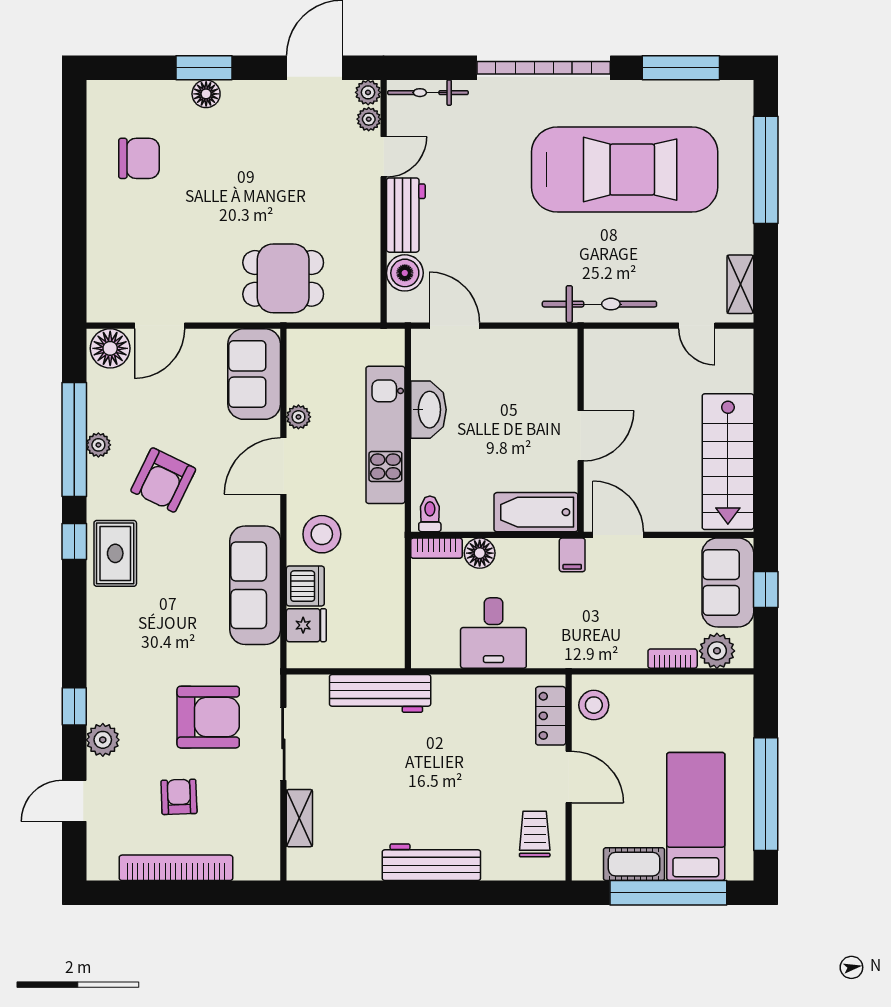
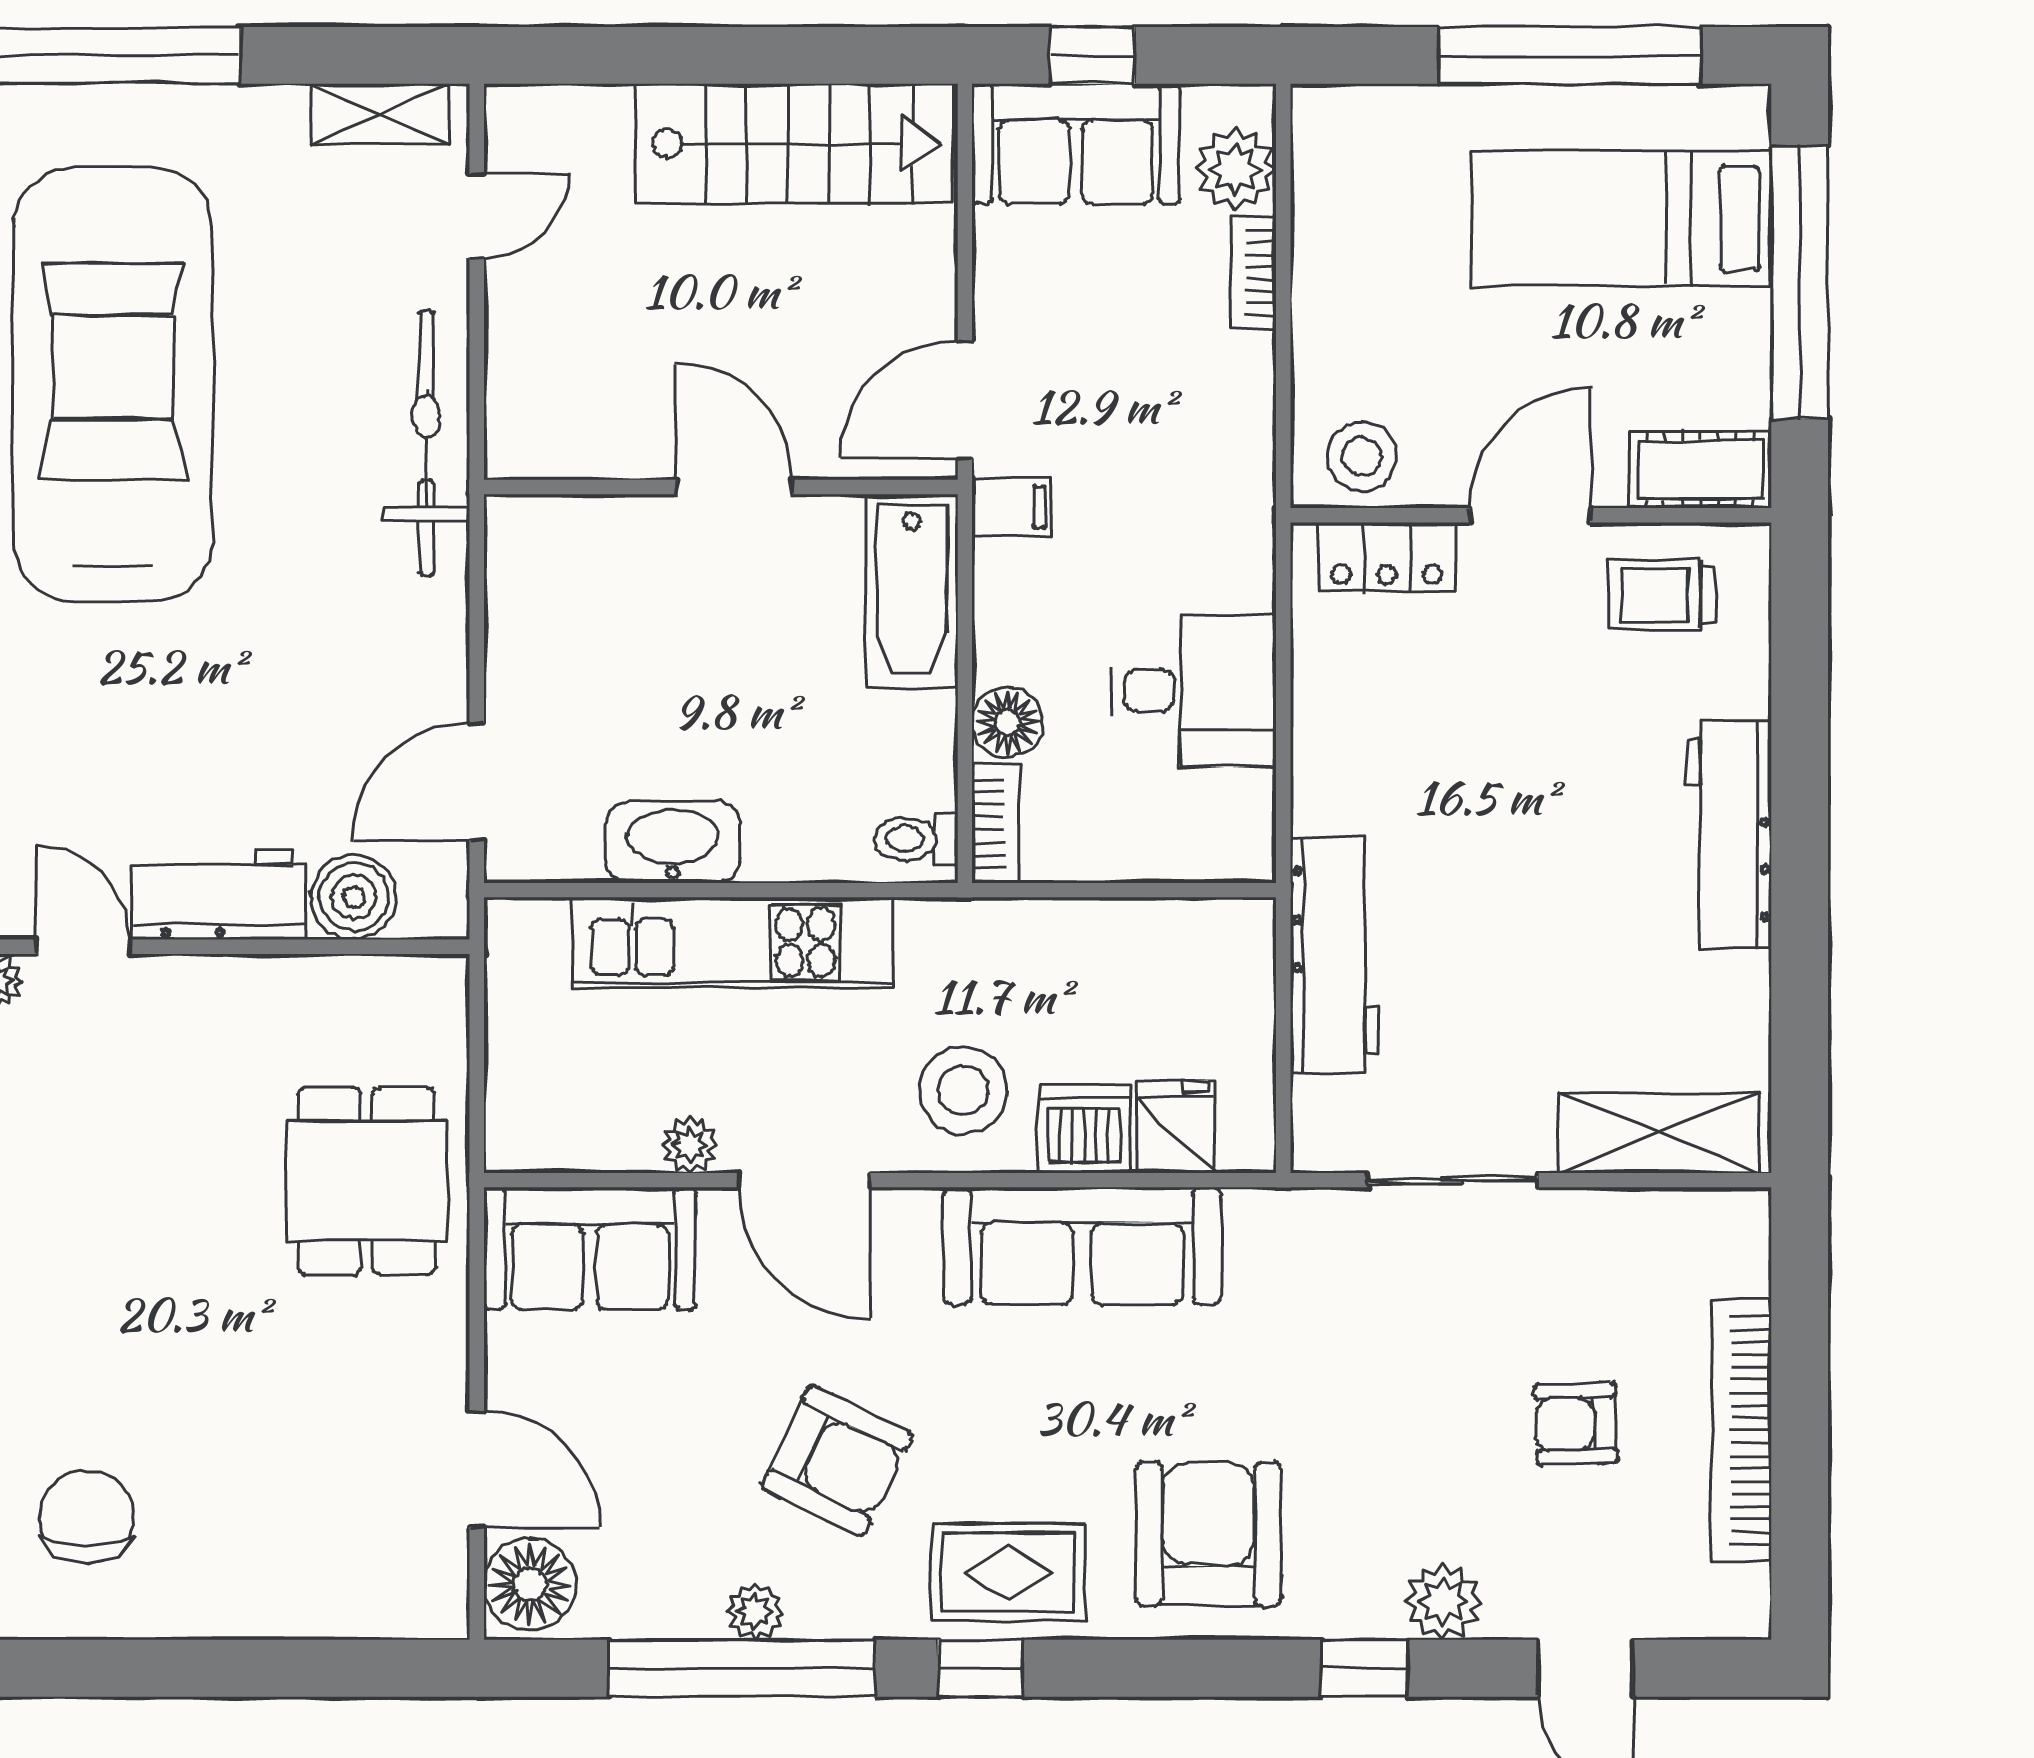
armchair: (208, 717) -> (1209, 1534), moved
shelving: (299, 818) -> (1659, 1133), width x1.50, depth x1.33
cot: (634, 864) -> (1700, 470), moved, turned 90

